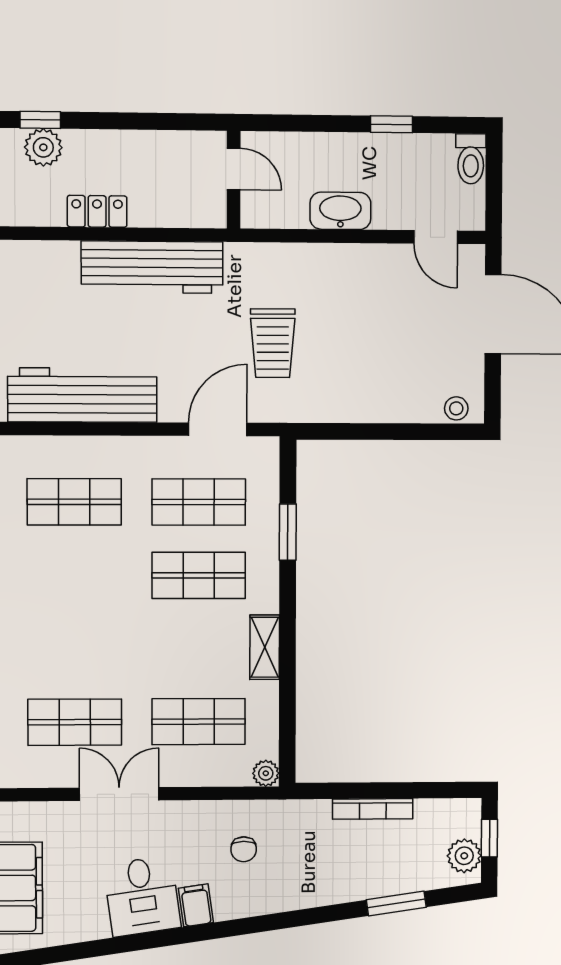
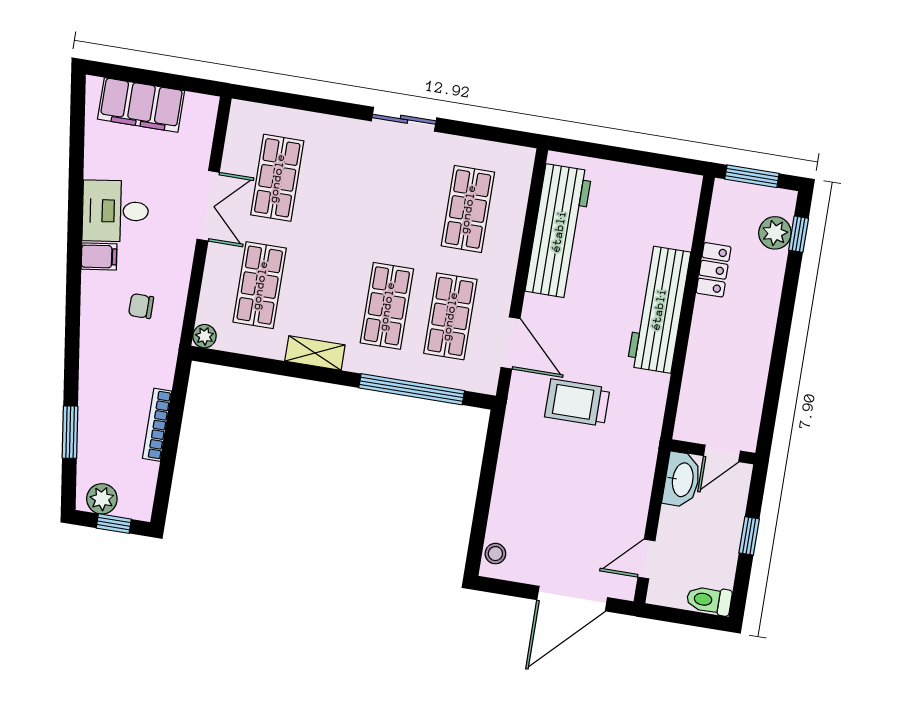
door: (234, 169) -> (722, 453), moved
wall: (234, 180) -> (713, 452), moved
window: (288, 532) -> (412, 389), width x2.11

